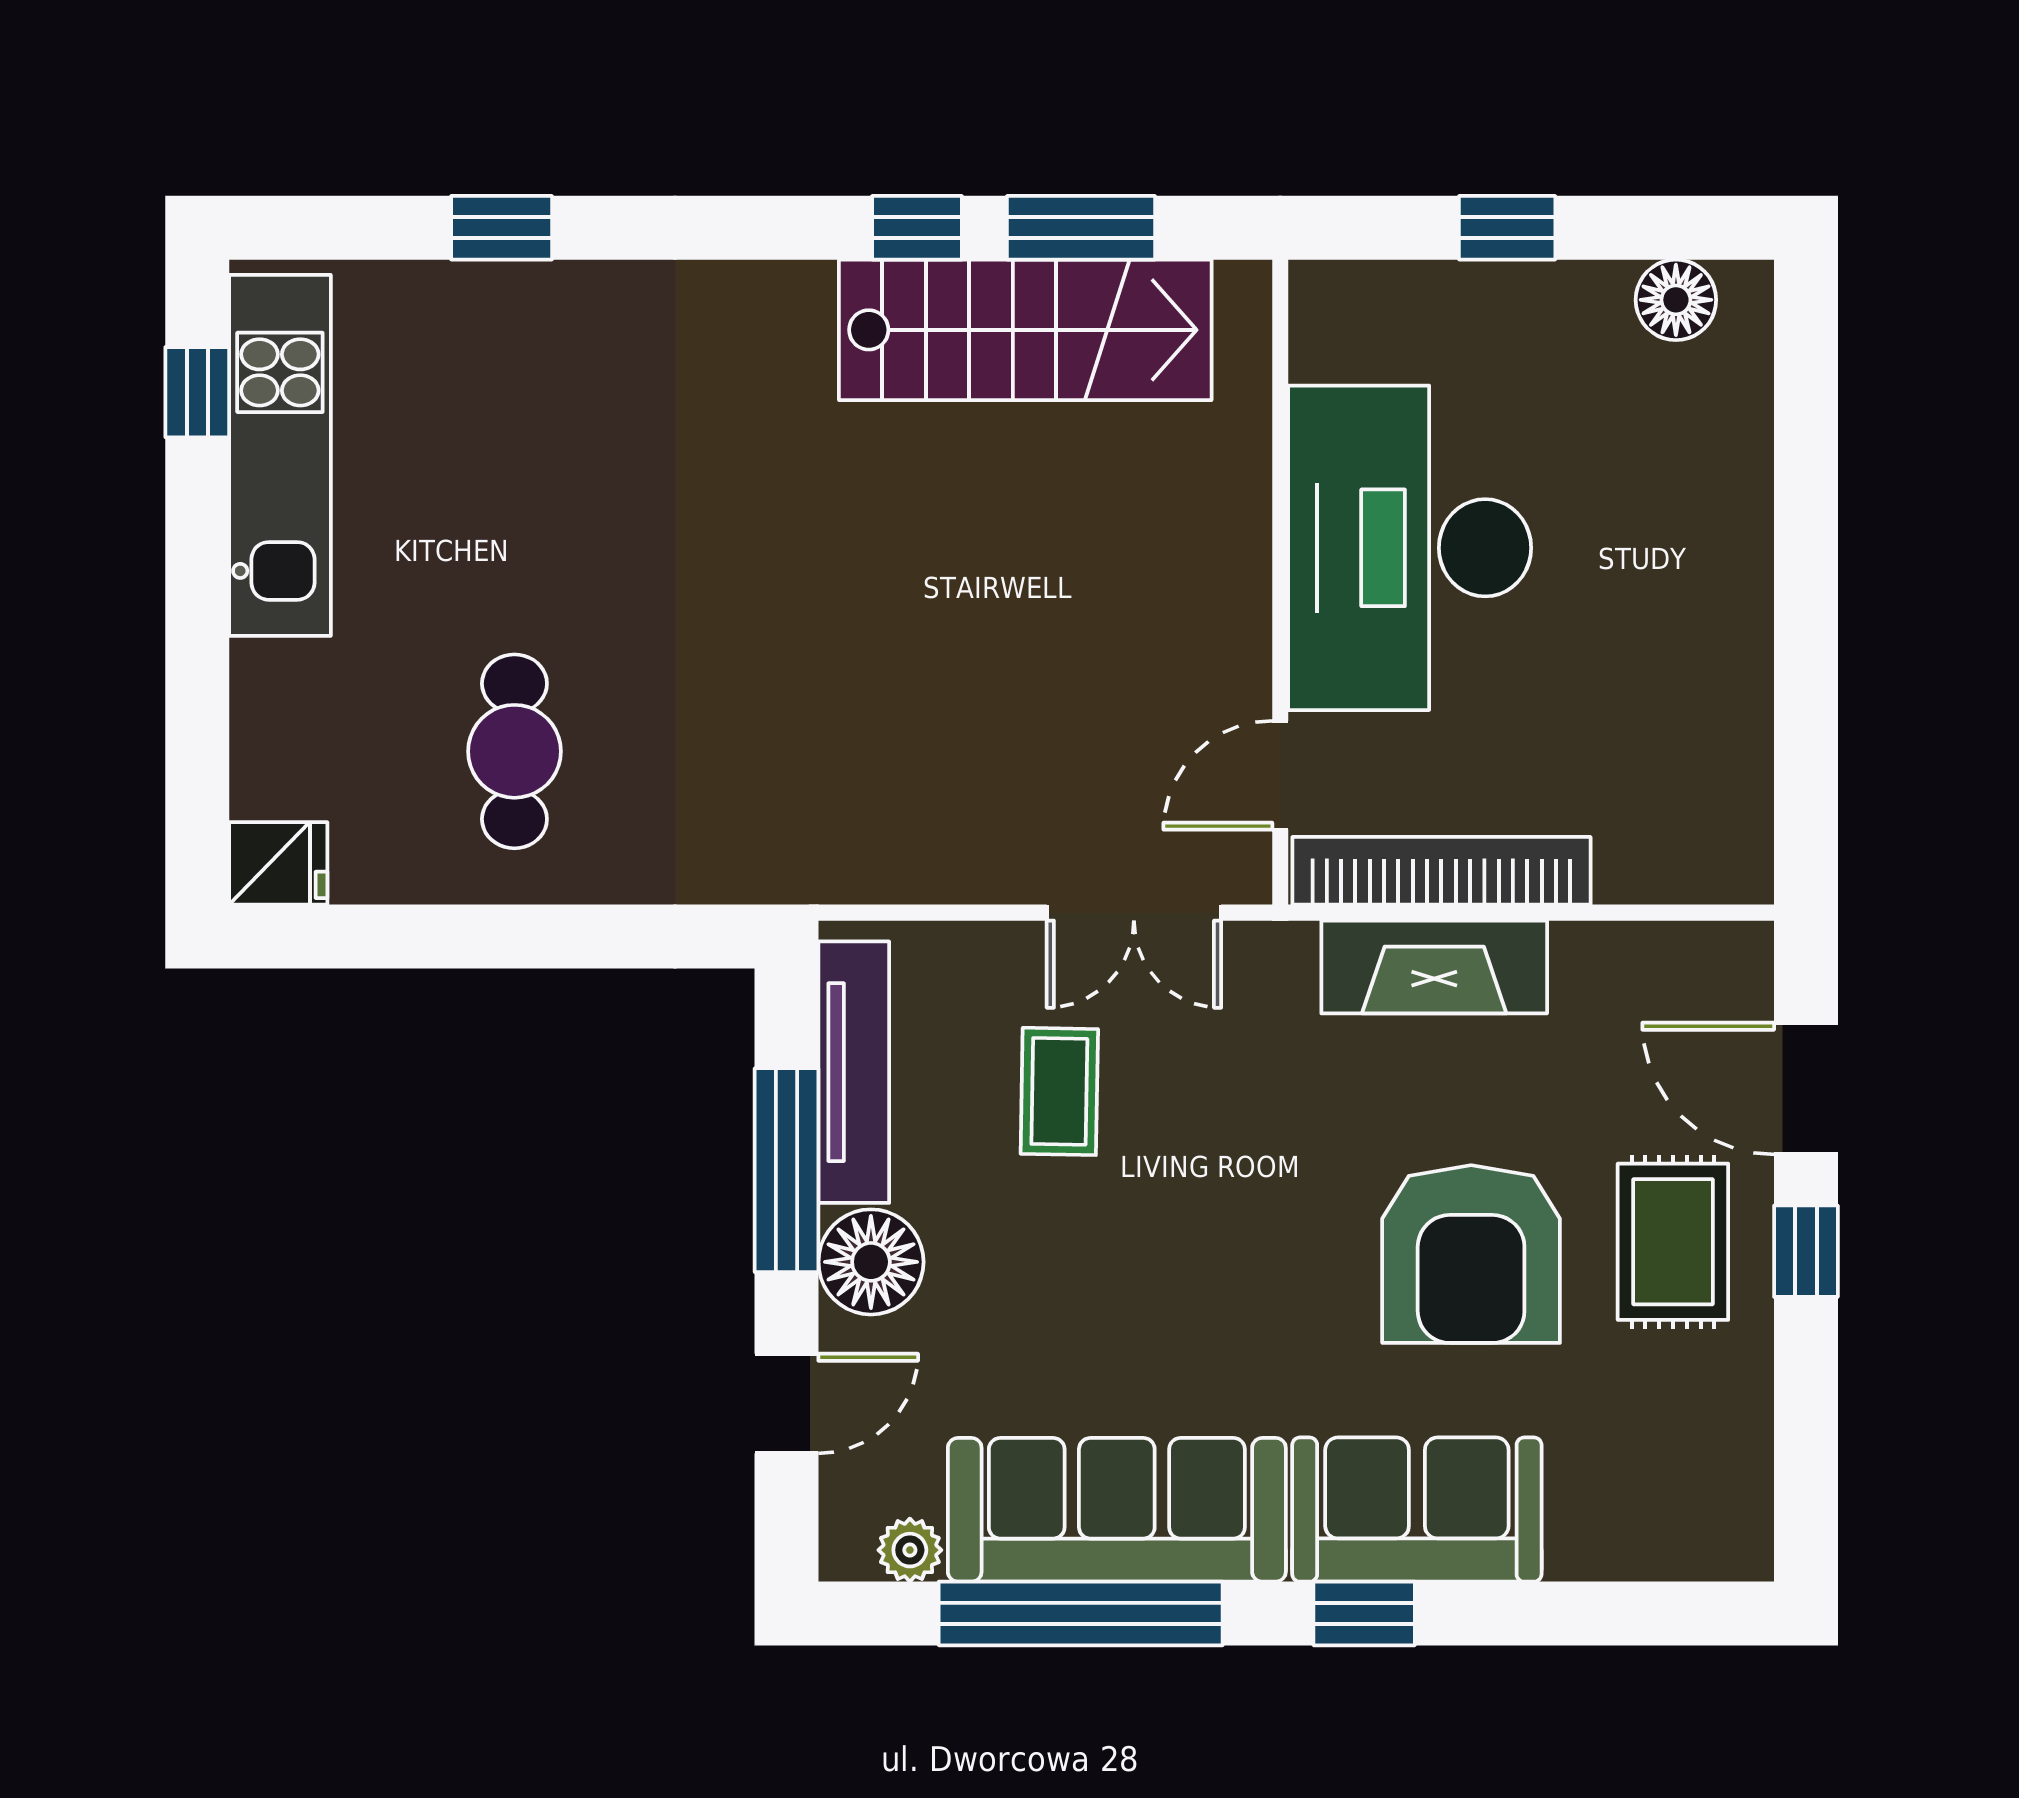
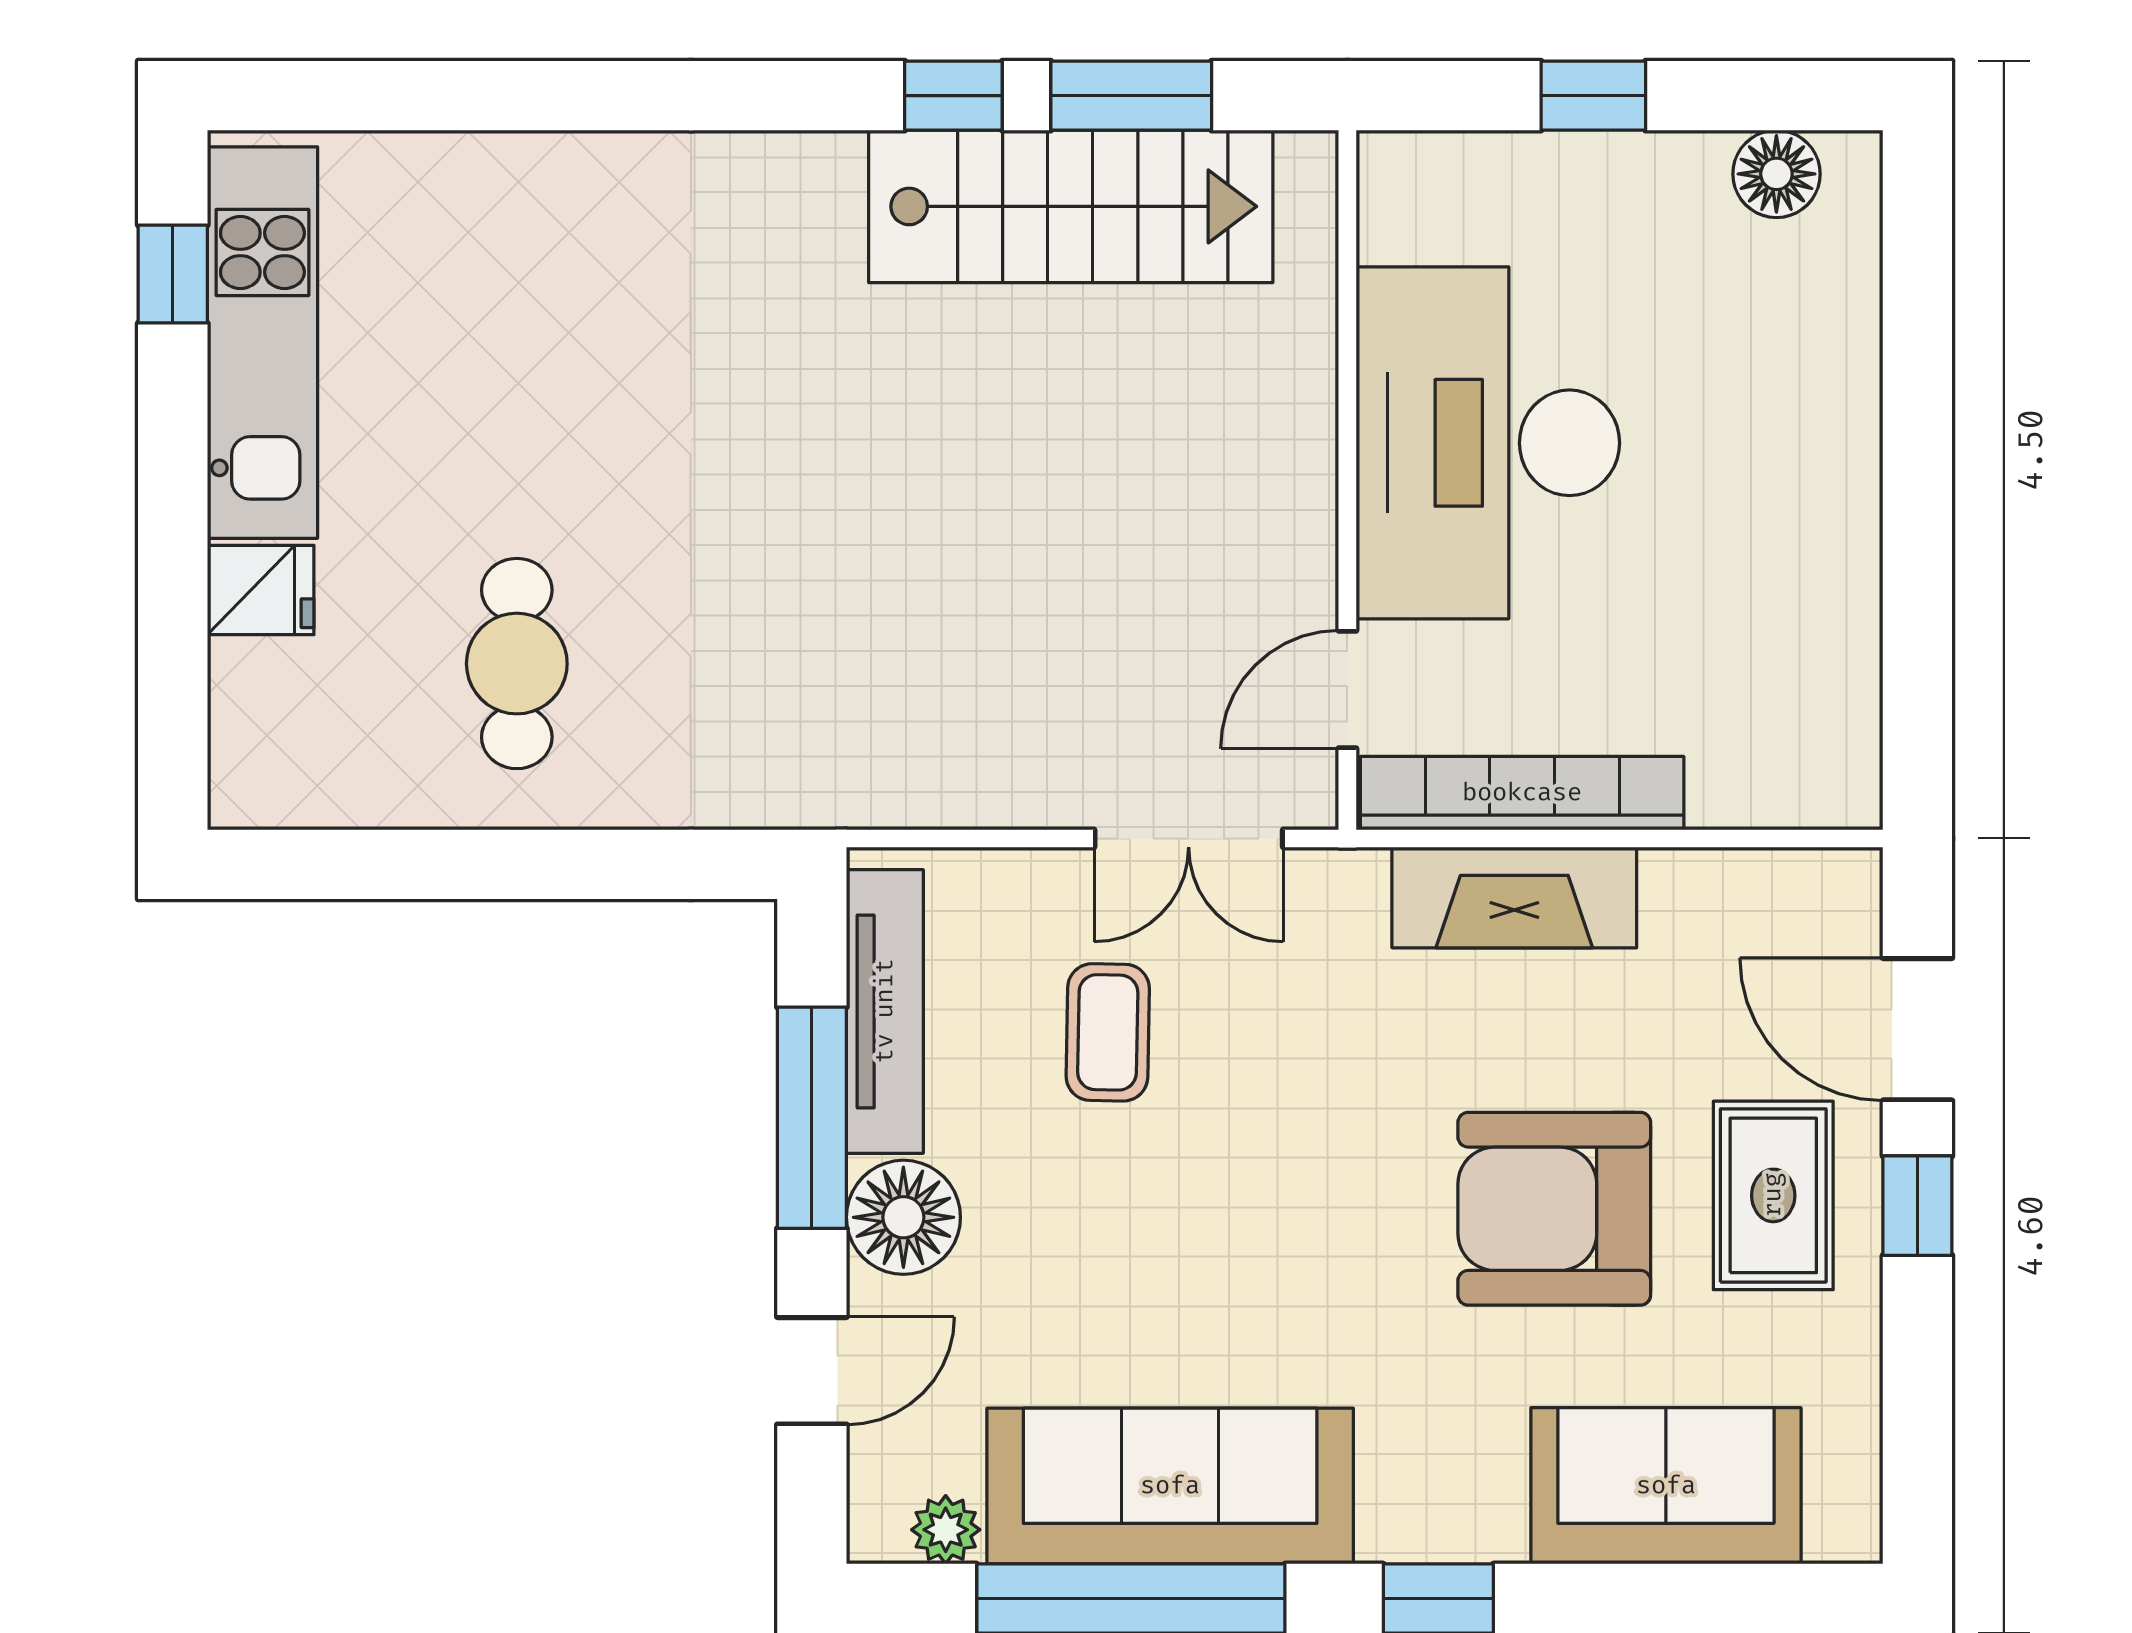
window: (502, 228) -> (503, 96), removed
fridge: (278, 863) -> (261, 590), moved
armchair: (1471, 1254) -> (1554, 1209), turned 90
sofa: (1417, 1510) -> (1666, 1486), moved

